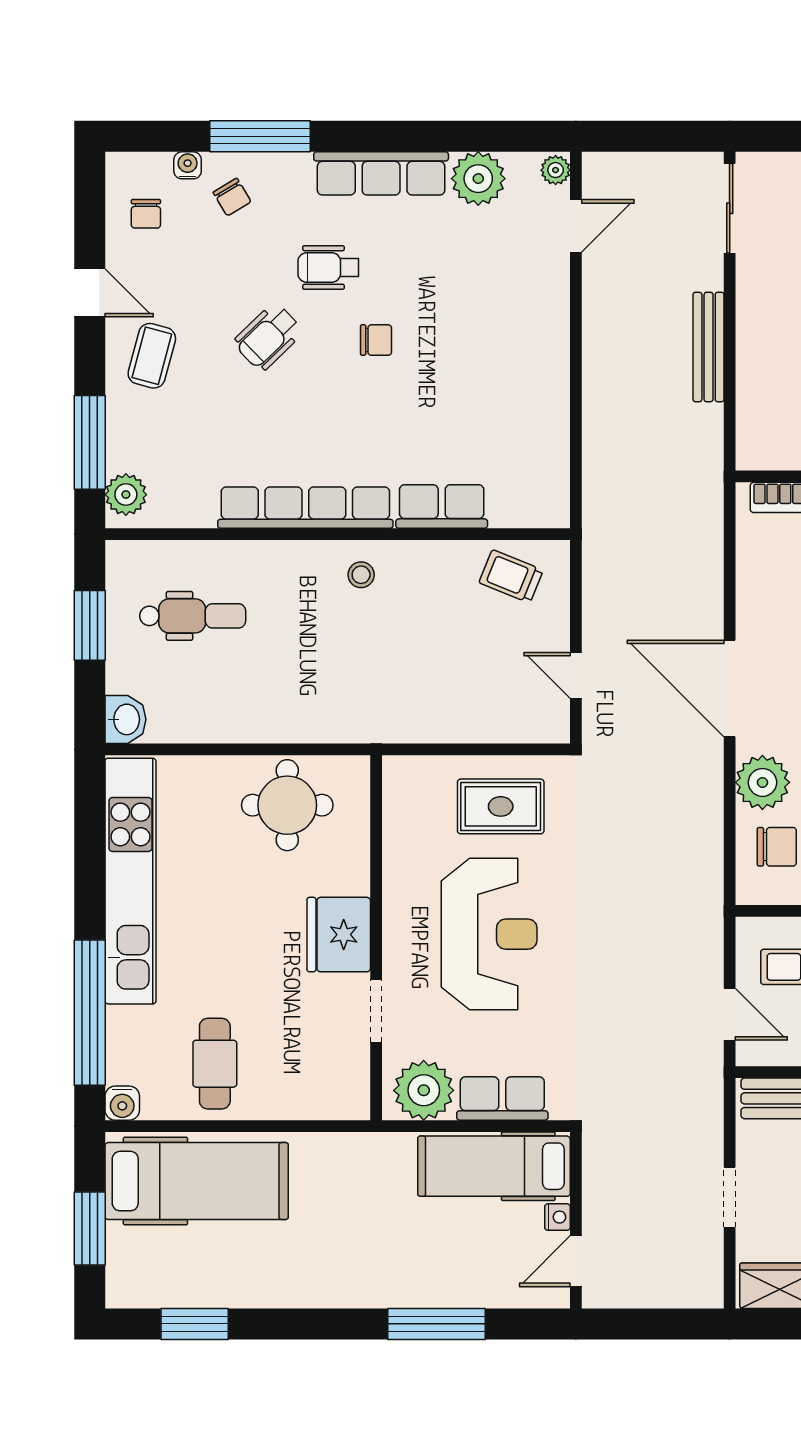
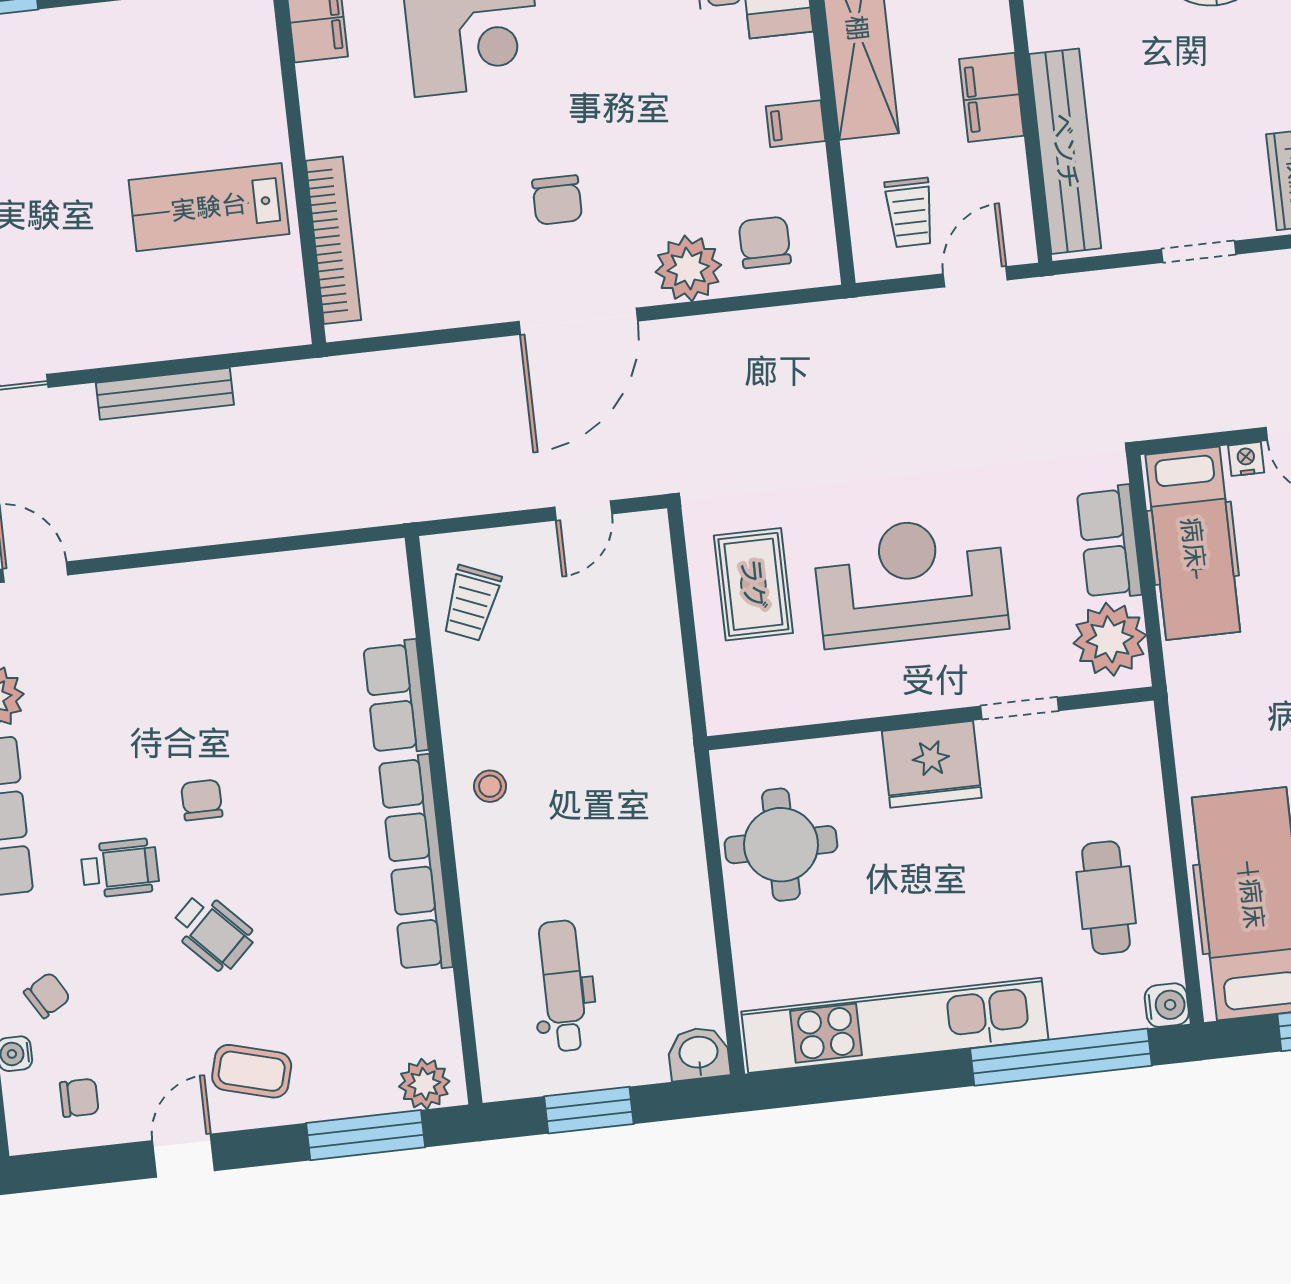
wheelchair: (328, 267) -> (120, 868), turned -90
cafe table: (215, 1064) -> (1106, 898), turned 90

